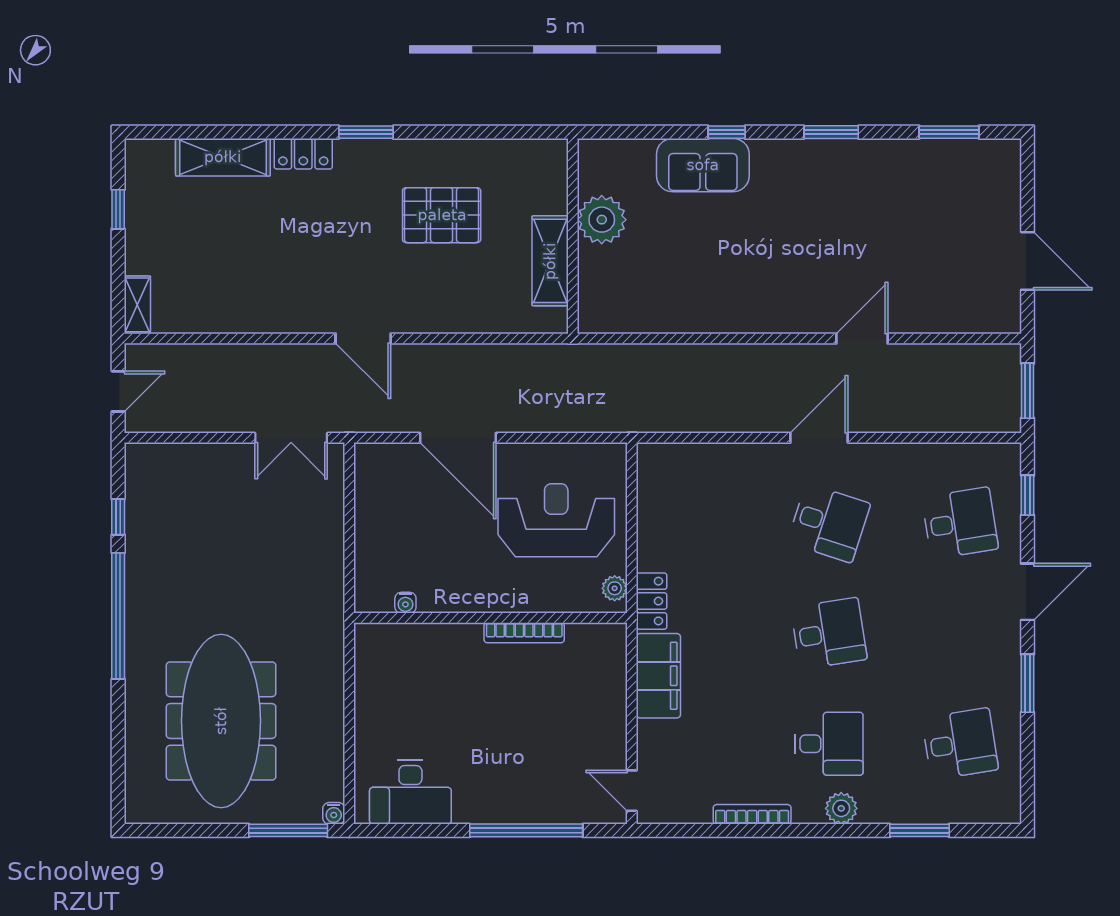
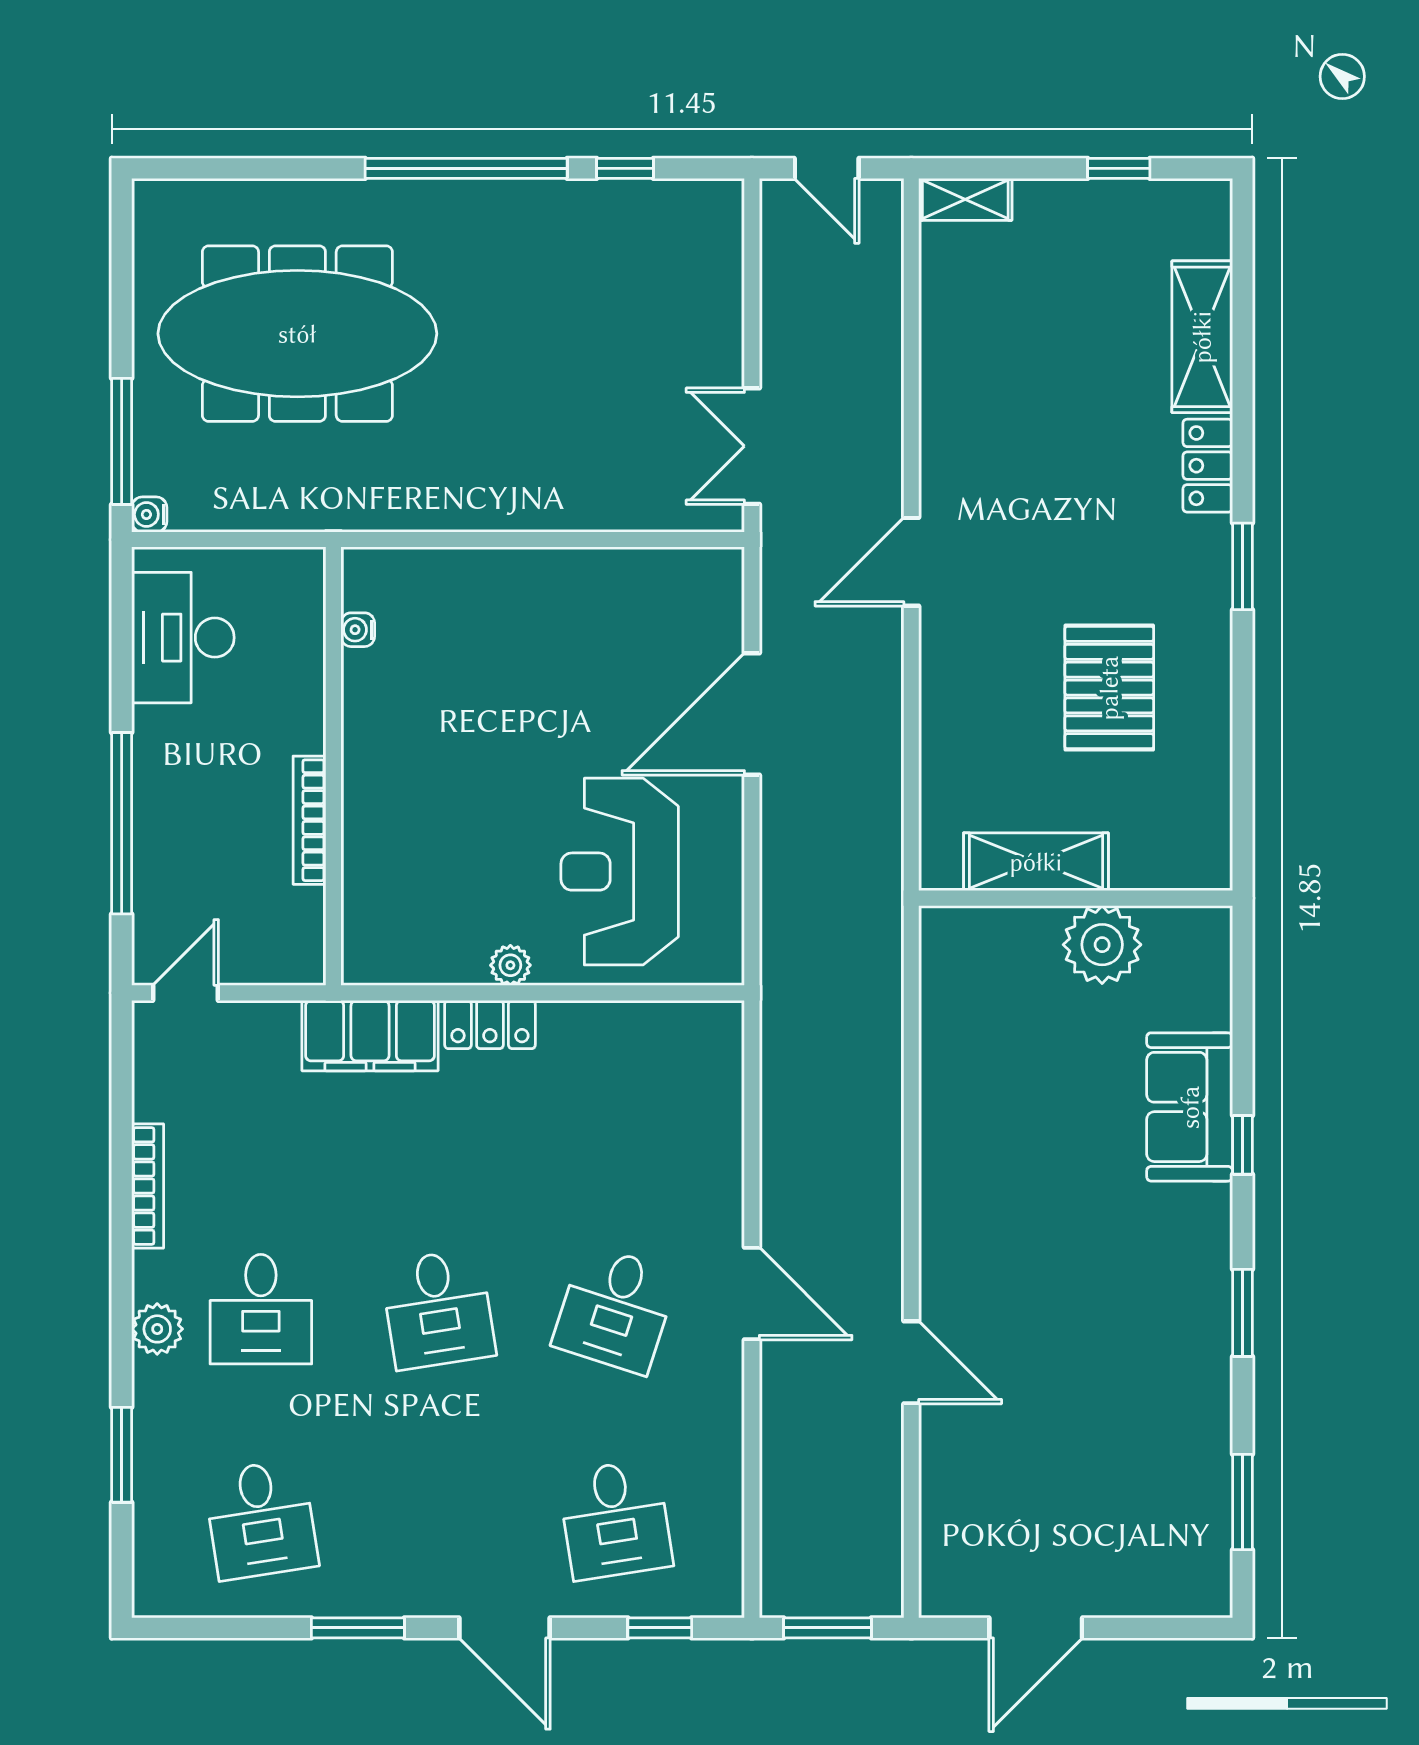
reception desk: (556, 520) -> (620, 872), turned 180
water cooler: (405, 603) -> (358, 630), moved
wall: (491, 618) -> (333, 766), moved
bookcase: (524, 633) -> (310, 820), moved

